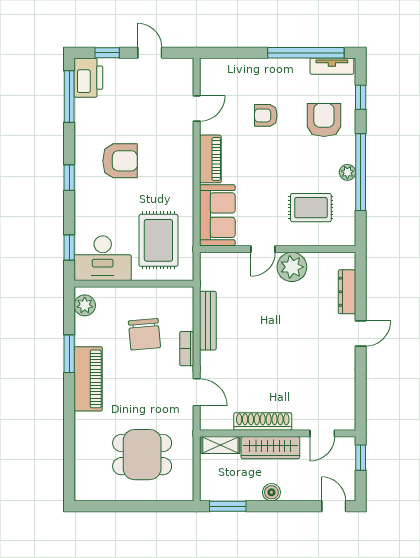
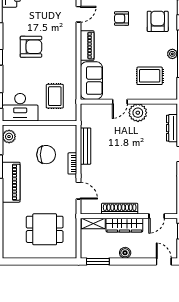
rug: (158, 240) -> (55, 96), width x0.73, depth x0.70
chair: (144, 334) -> (46, 155), turned -85

